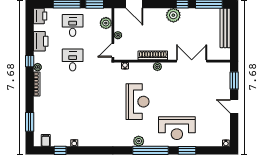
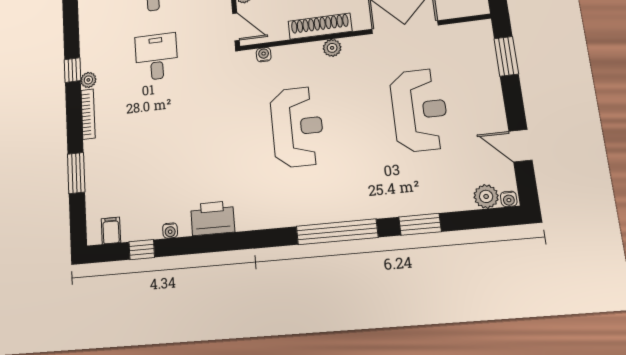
printer: (41, 41) -> (213, 218), moved, turned -90
door: (113, 50) -> (236, 27), swing flipped
door: (234, 106) -> (520, 146), moved
window: (30, 122) -> (76, 173), moved
reception desk: (177, 128) -> (419, 110), moved, turned -90
plant: (139, 141) -> (486, 196), moved

